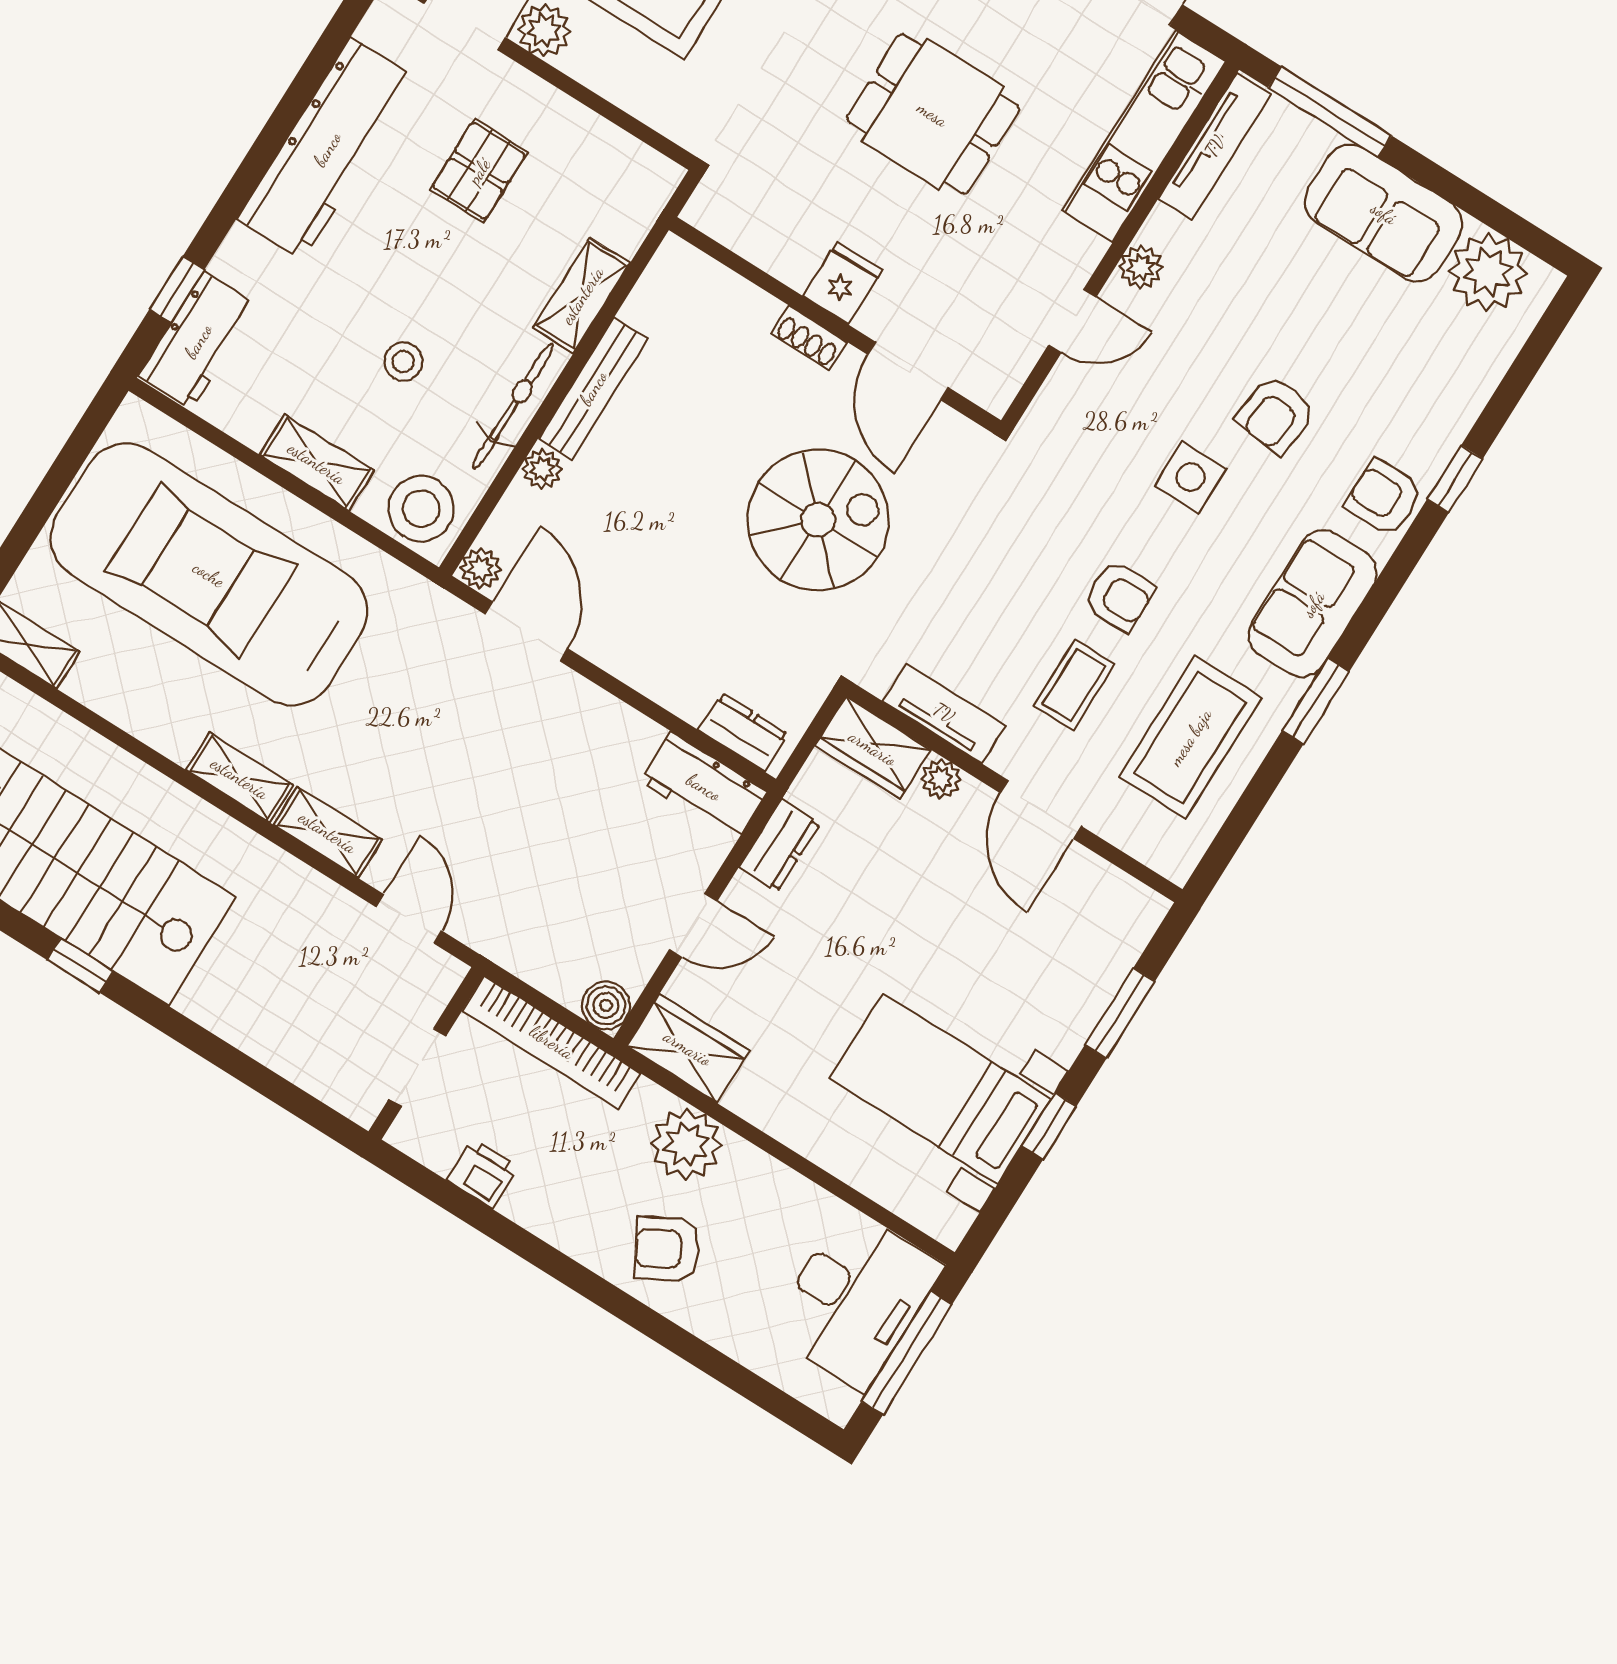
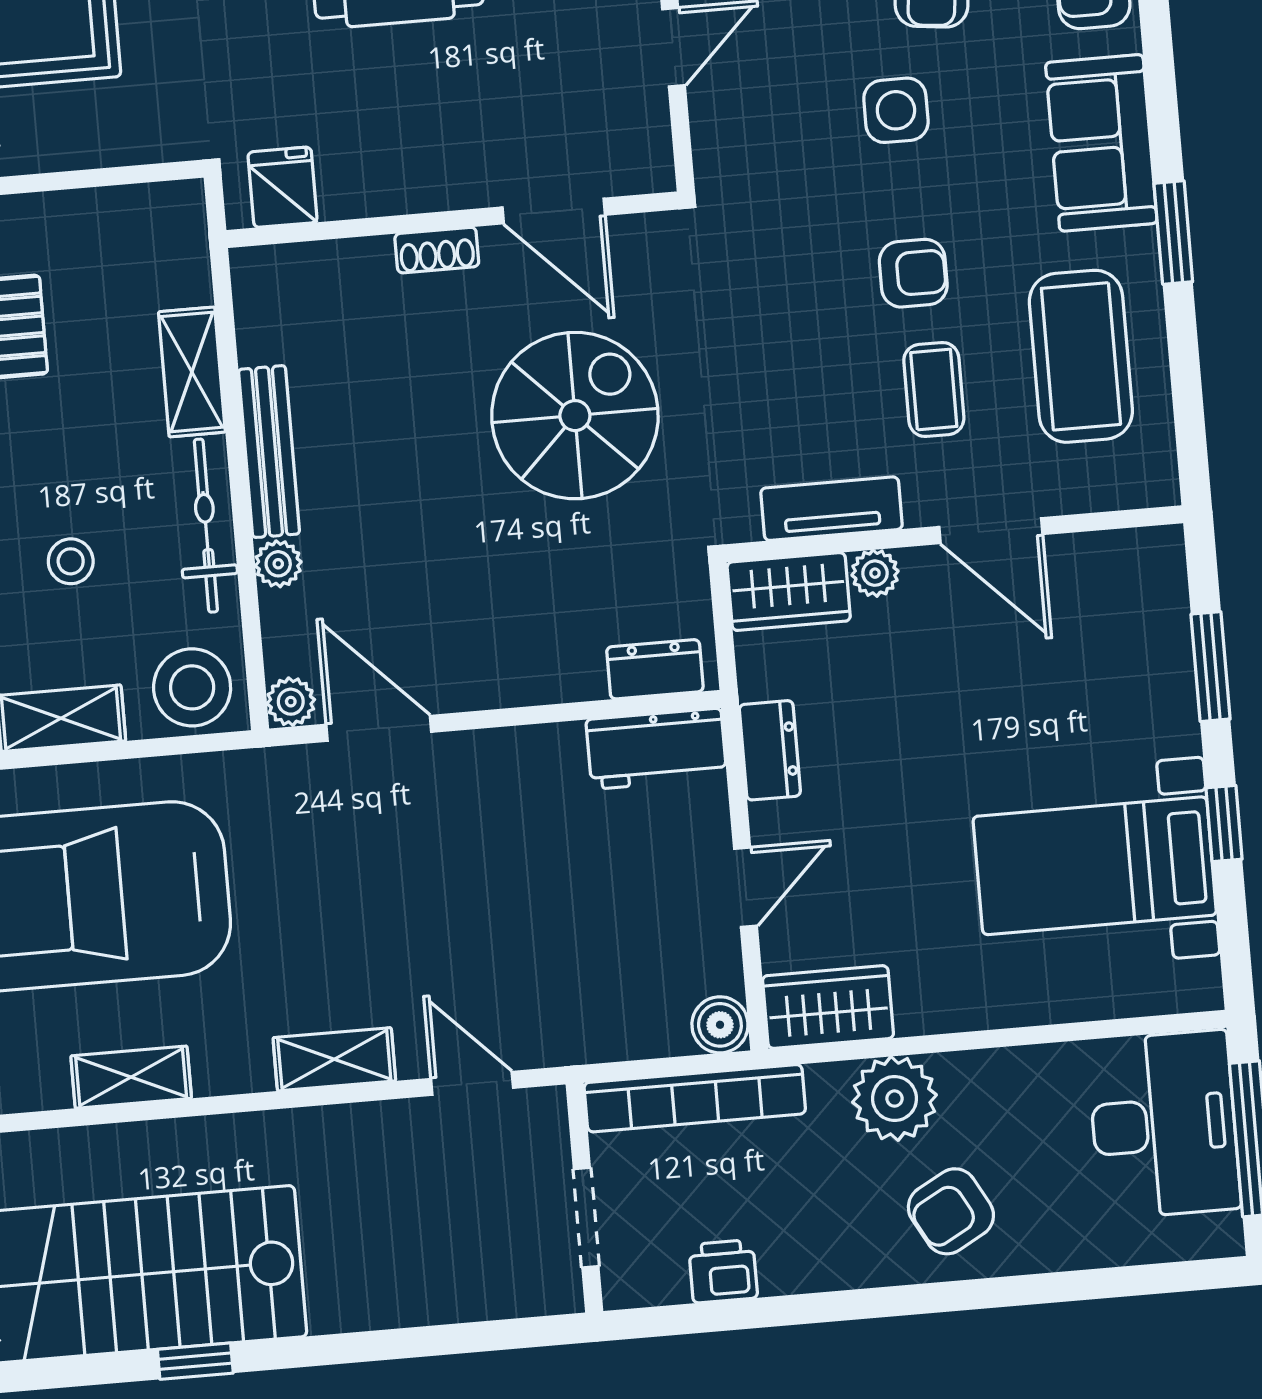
fridge: (843, 283) -> (283, 187), moved
shelving: (240, 778) -> (131, 1077), moved

